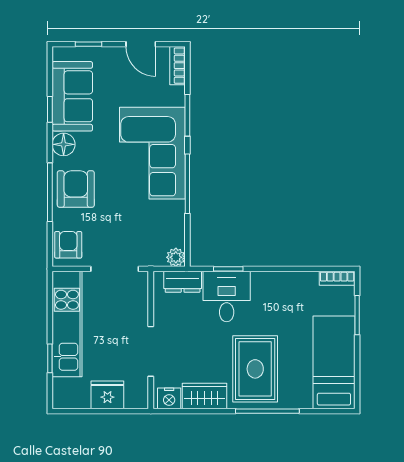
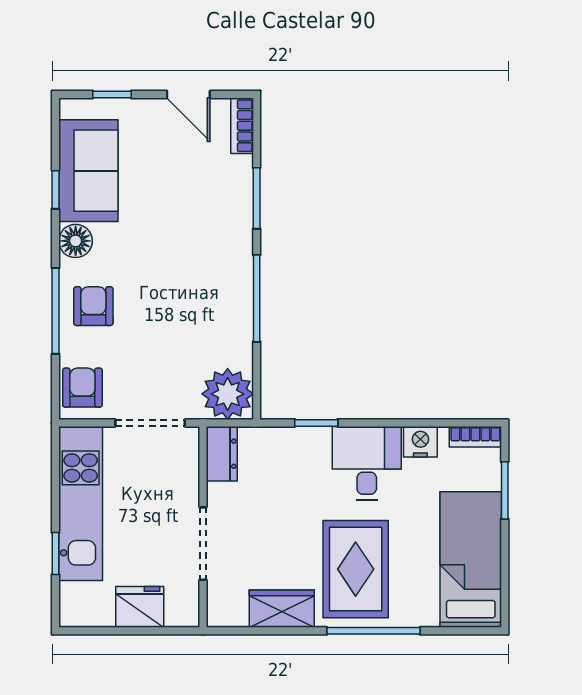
corner sofa: (152, 153) -> (205, 254), removed
armchair: (76, 189) -> (93, 306), width x0.72, depth x0.72
plant: (176, 257) -> (228, 394), width x1.87, depth x1.87
dresser: (183, 282) -> (222, 454), moved, turned -90
desk: (227, 297) -> (367, 463), moved
nightstand: (169, 398) -> (420, 442), moved, turned 180

